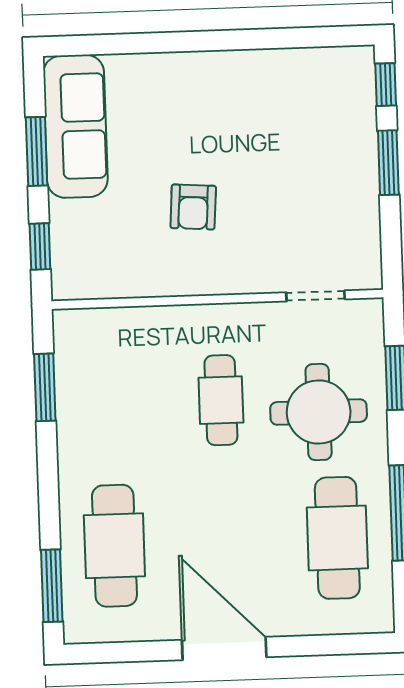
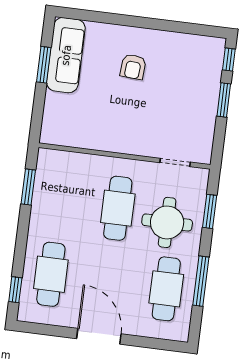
armchair: (193, 207) -> (133, 67), moved
window: (40, 247) -> (37, 114), removed
cafe table: (221, 400) -> (118, 208), width x1.37, depth x1.35
window: (52, 586) -> (15, 290), width x0.67

